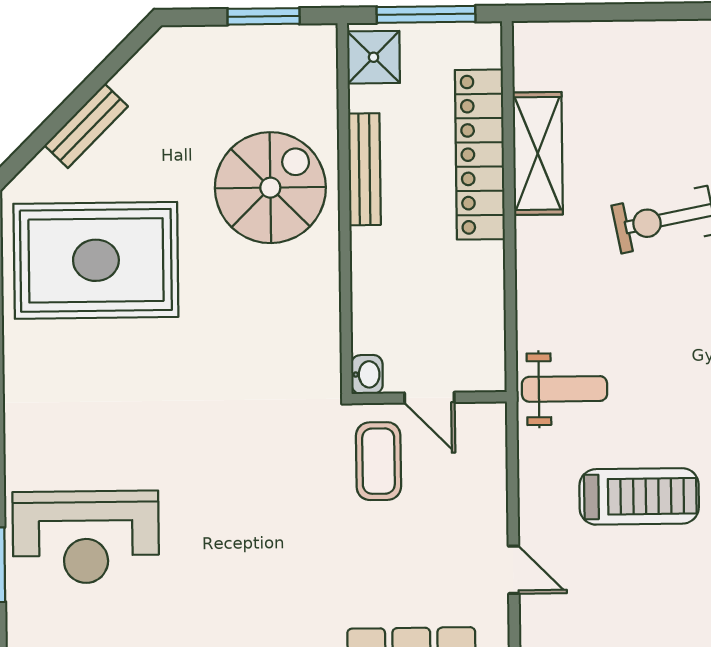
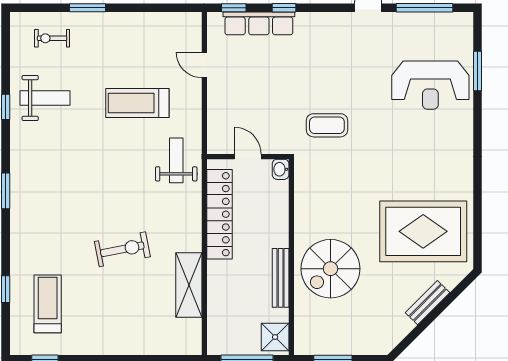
locker: (480, 155) -> (219, 214), moved
weight bench: (565, 389) -> (176, 160), turned 90
coffee table: (378, 461) -> (327, 125), moved, turned 90
reception desk: (86, 537) -> (430, 85), turned 180

